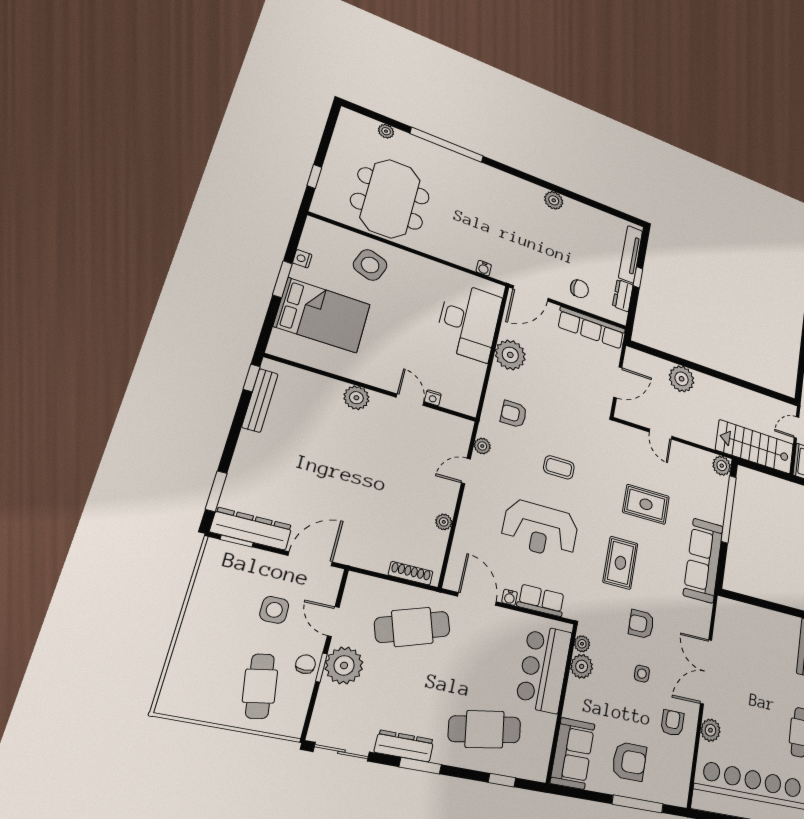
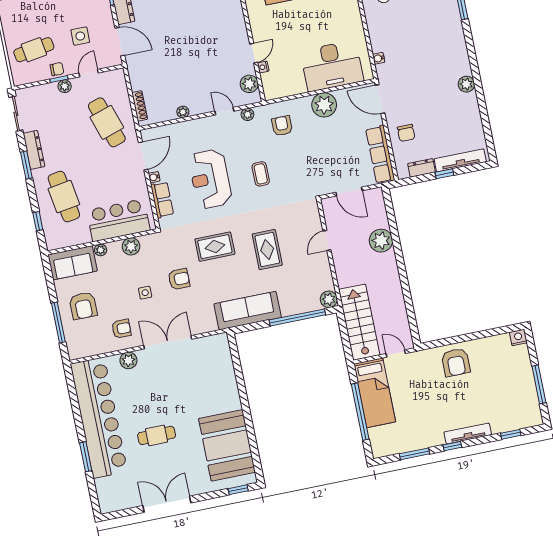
plant: (356, 398) -> (249, 84), moved
armchair: (641, 624) -> (179, 279), turned 90
plant: (582, 644) -> (101, 250), moved
plant: (344, 665) -> (65, 86), width x0.53, depth x0.53

